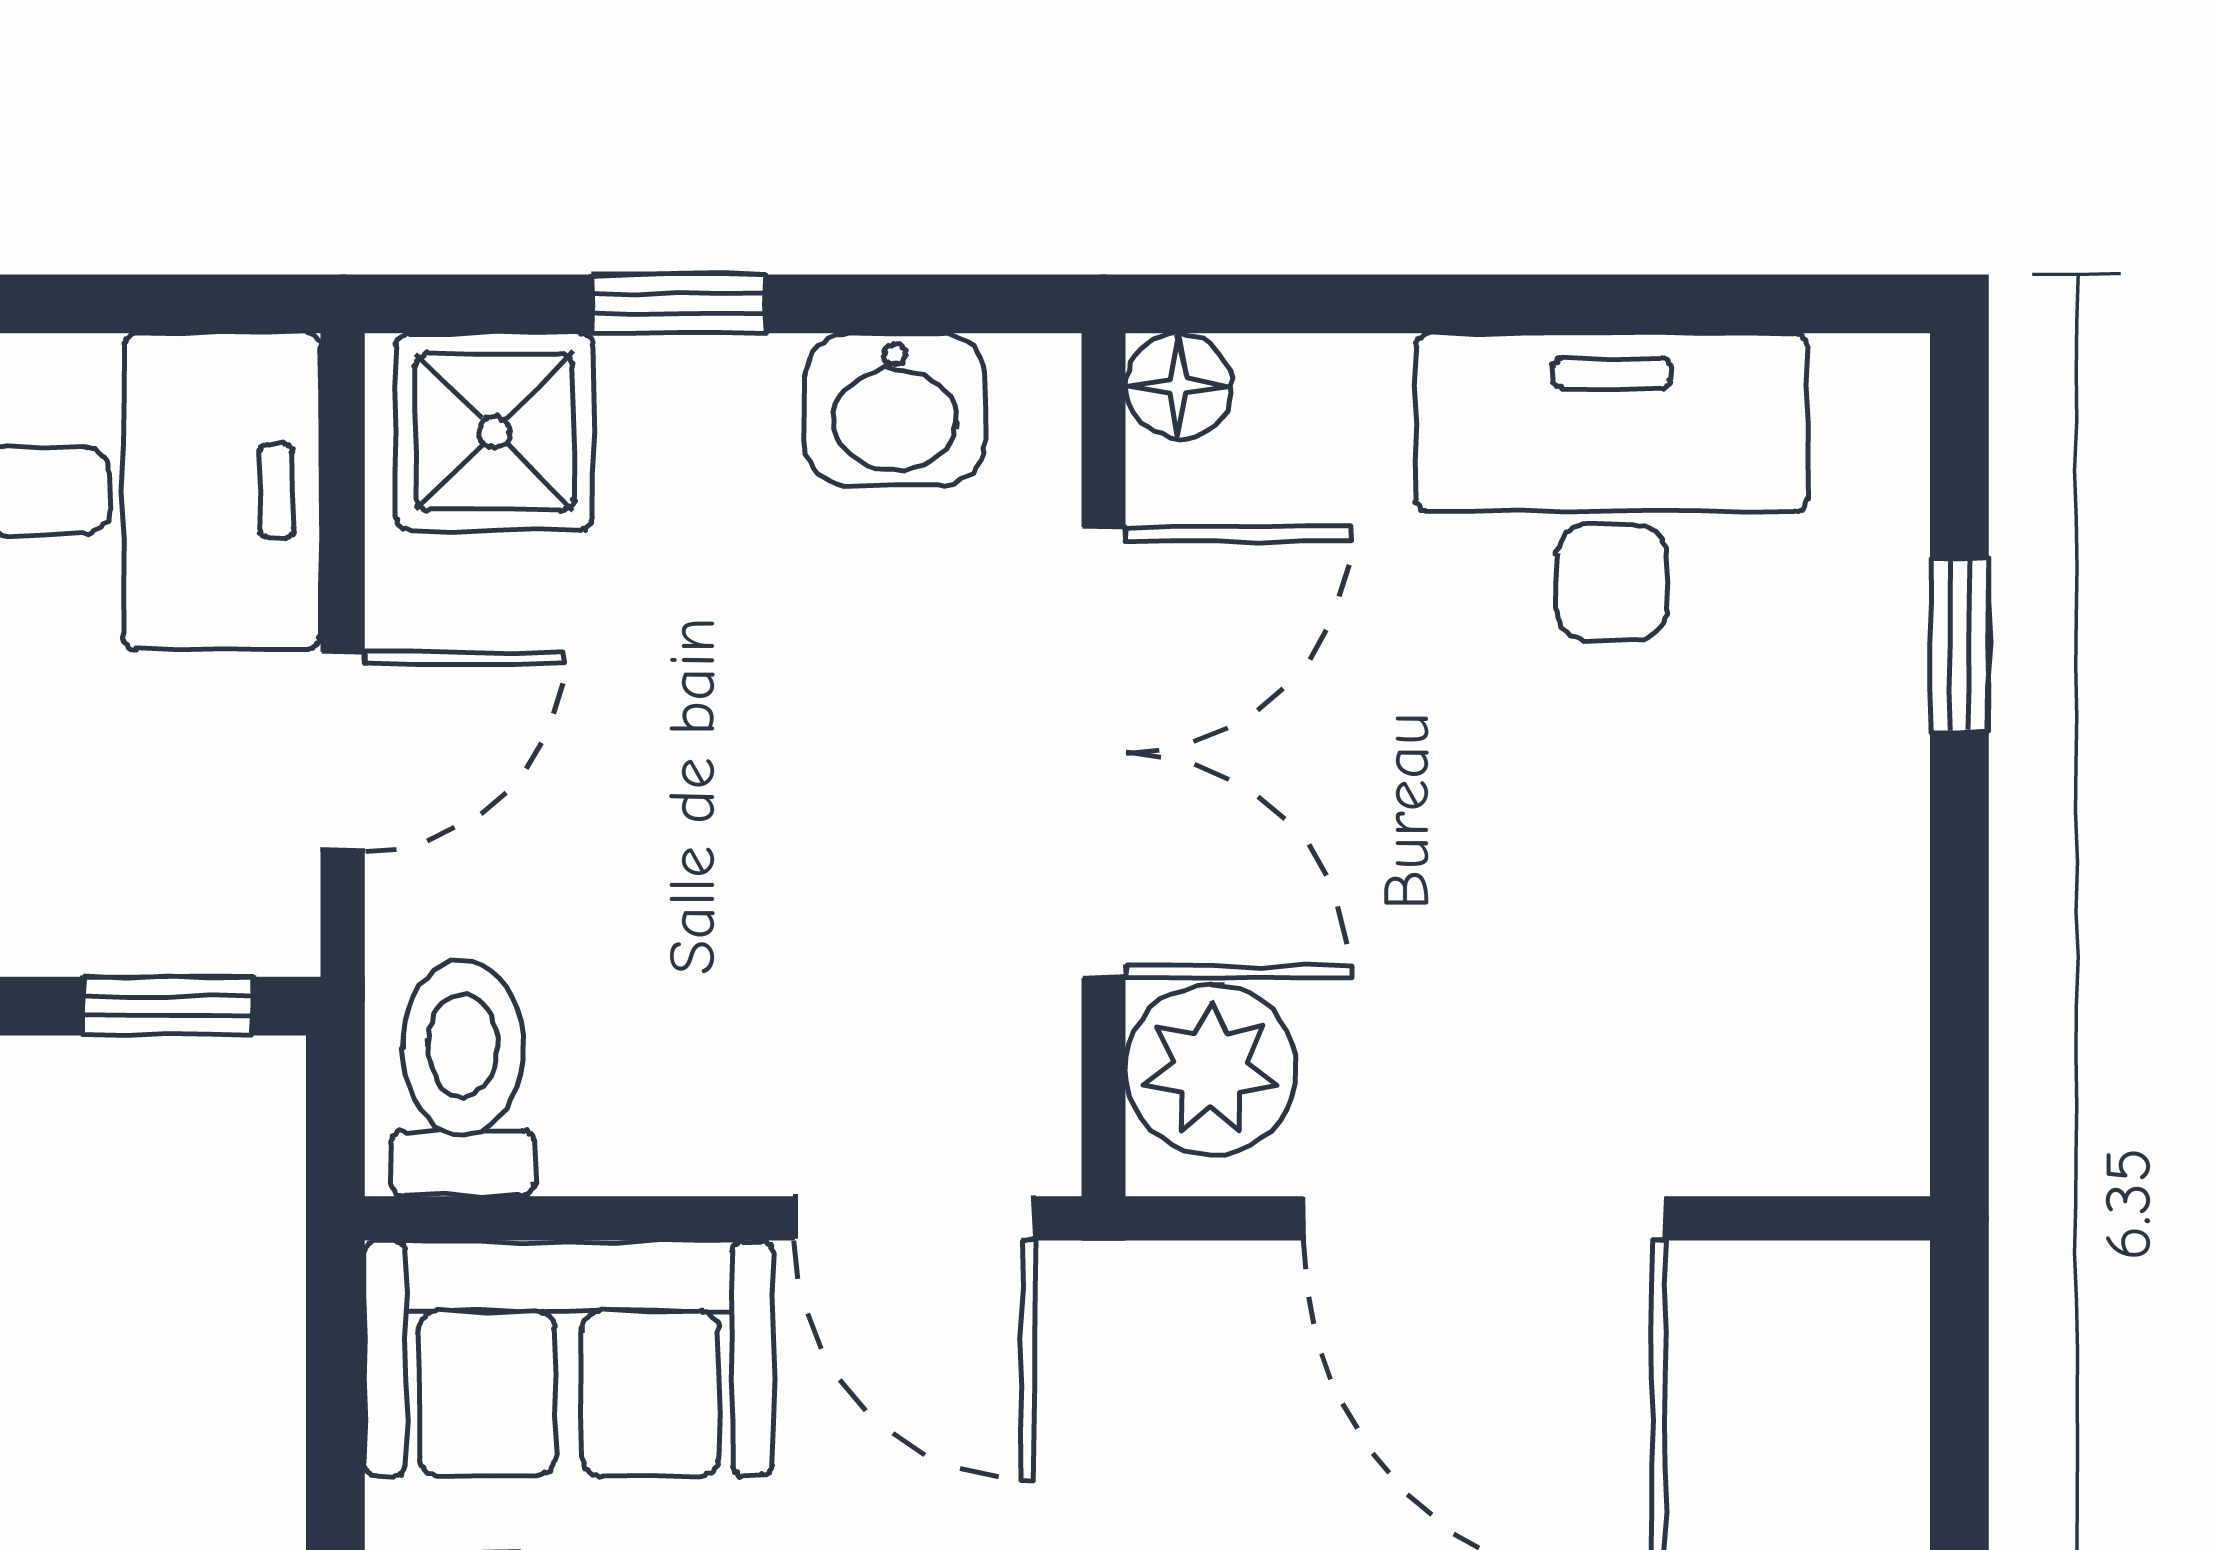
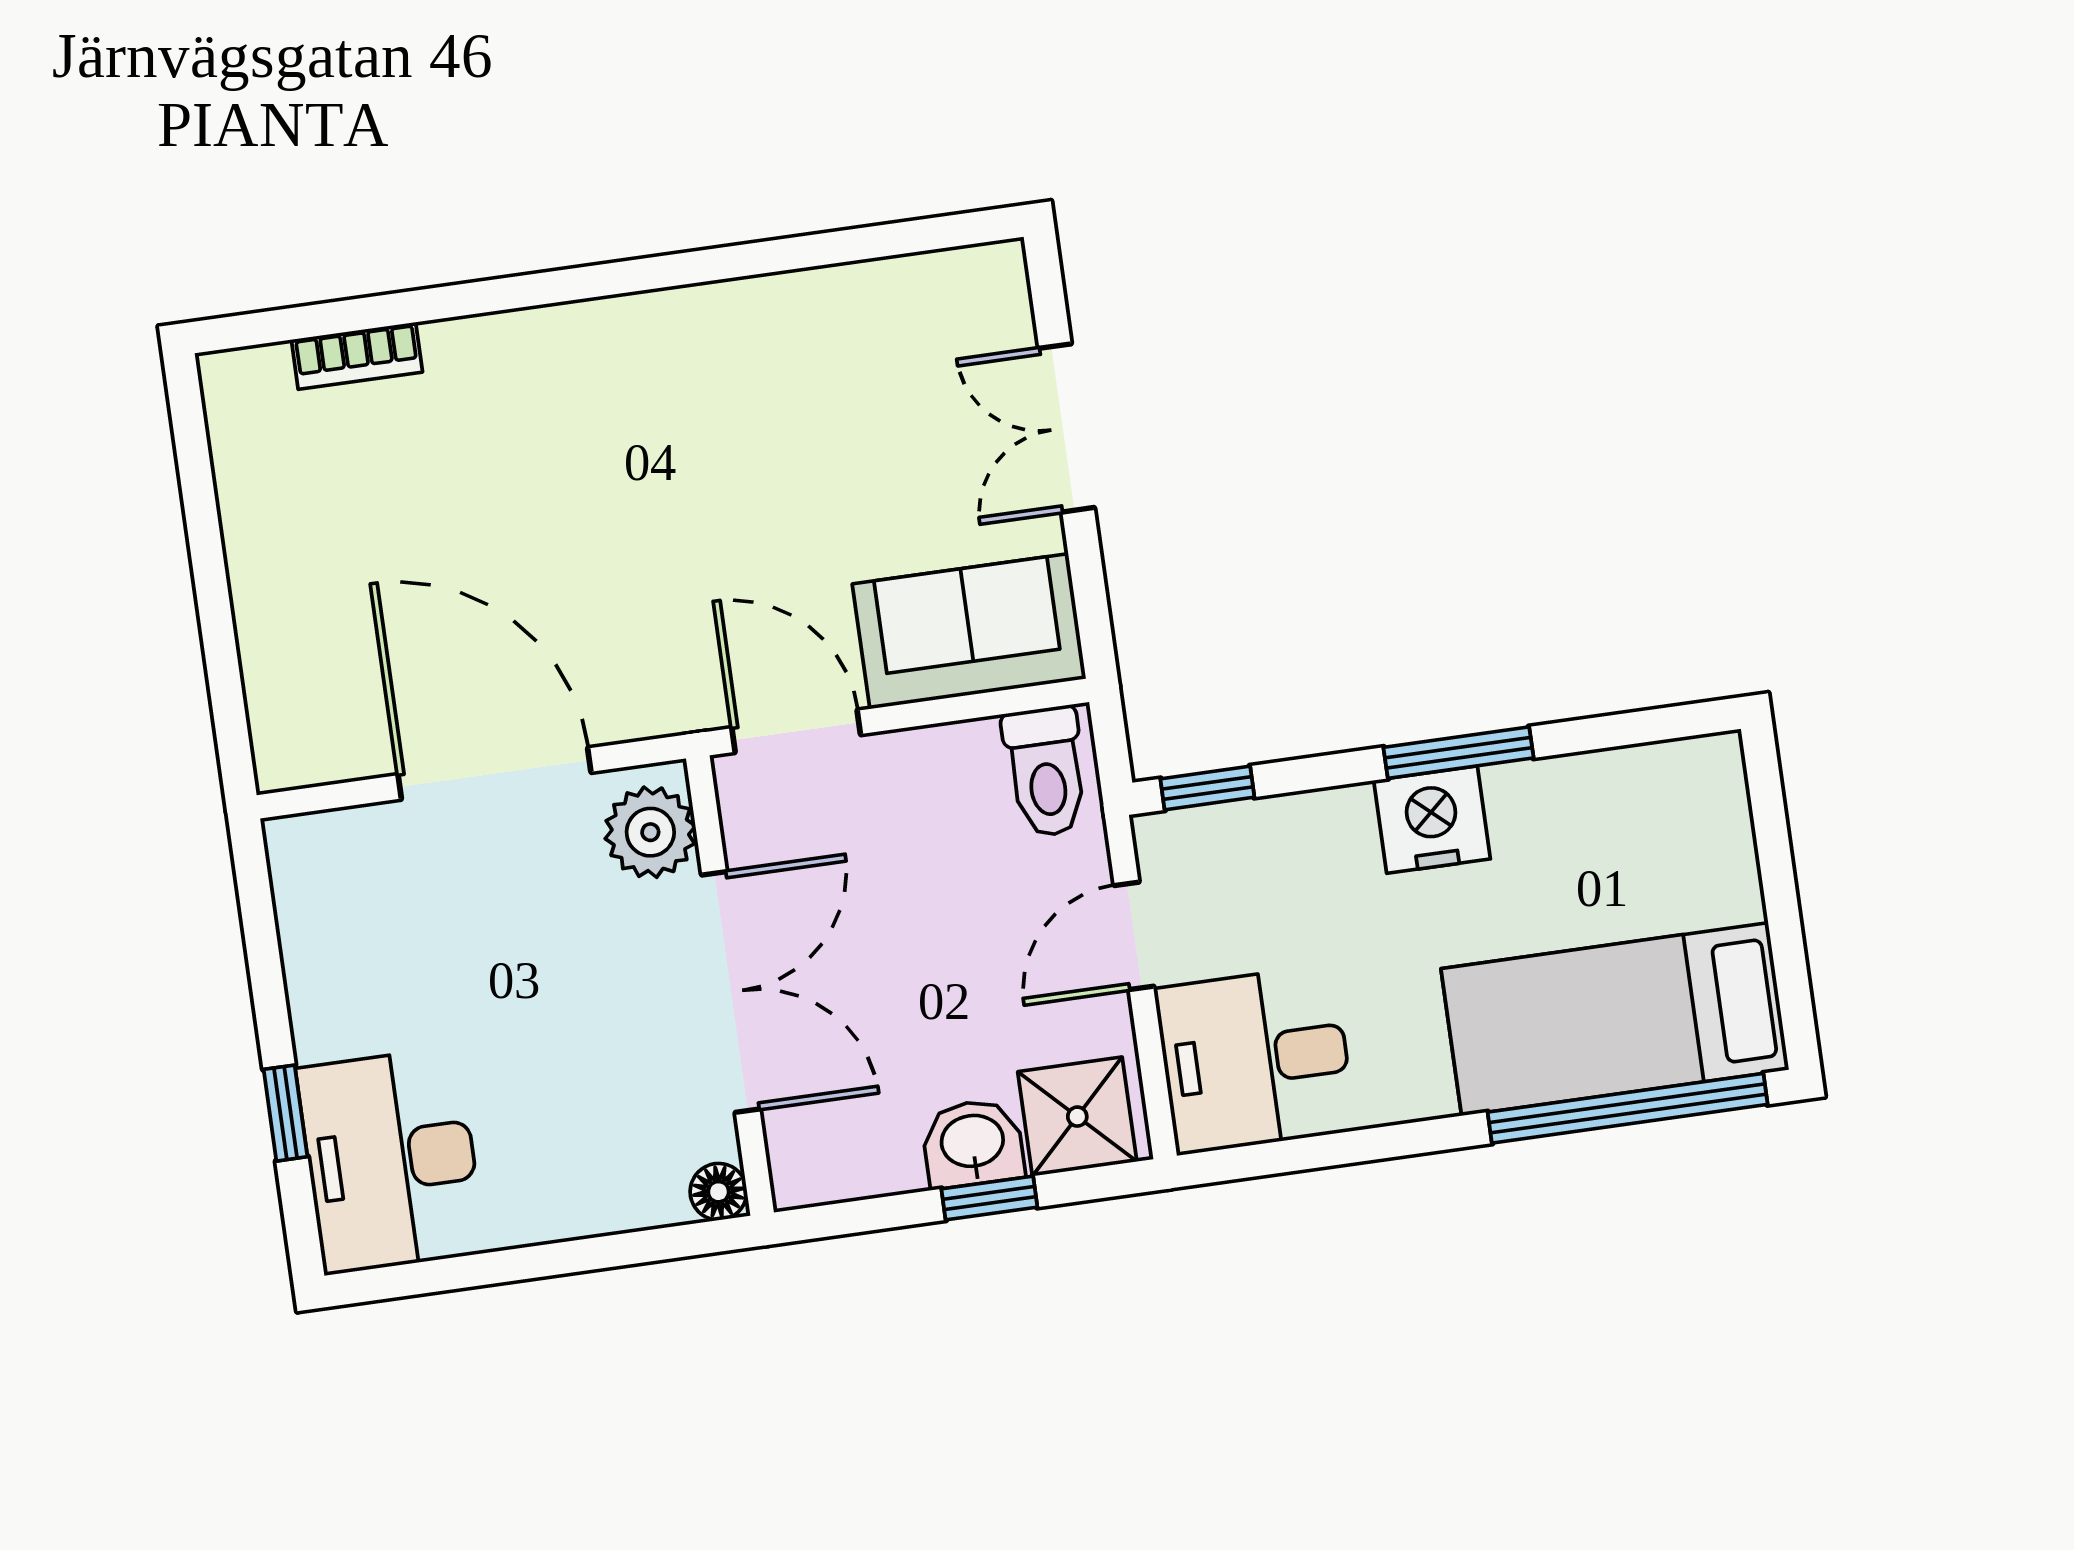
washbasin: (895, 410) -> (973, 1143), moved
desk: (1612, 487) -> (391, 1161), moved, turned 90
double door: (1103, 753) -> (731, 992), swing flipped

